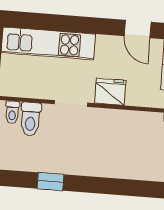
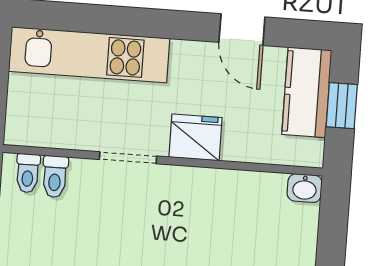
toilet: (31, 119) -> (55, 177), width x0.73, depth x0.72

